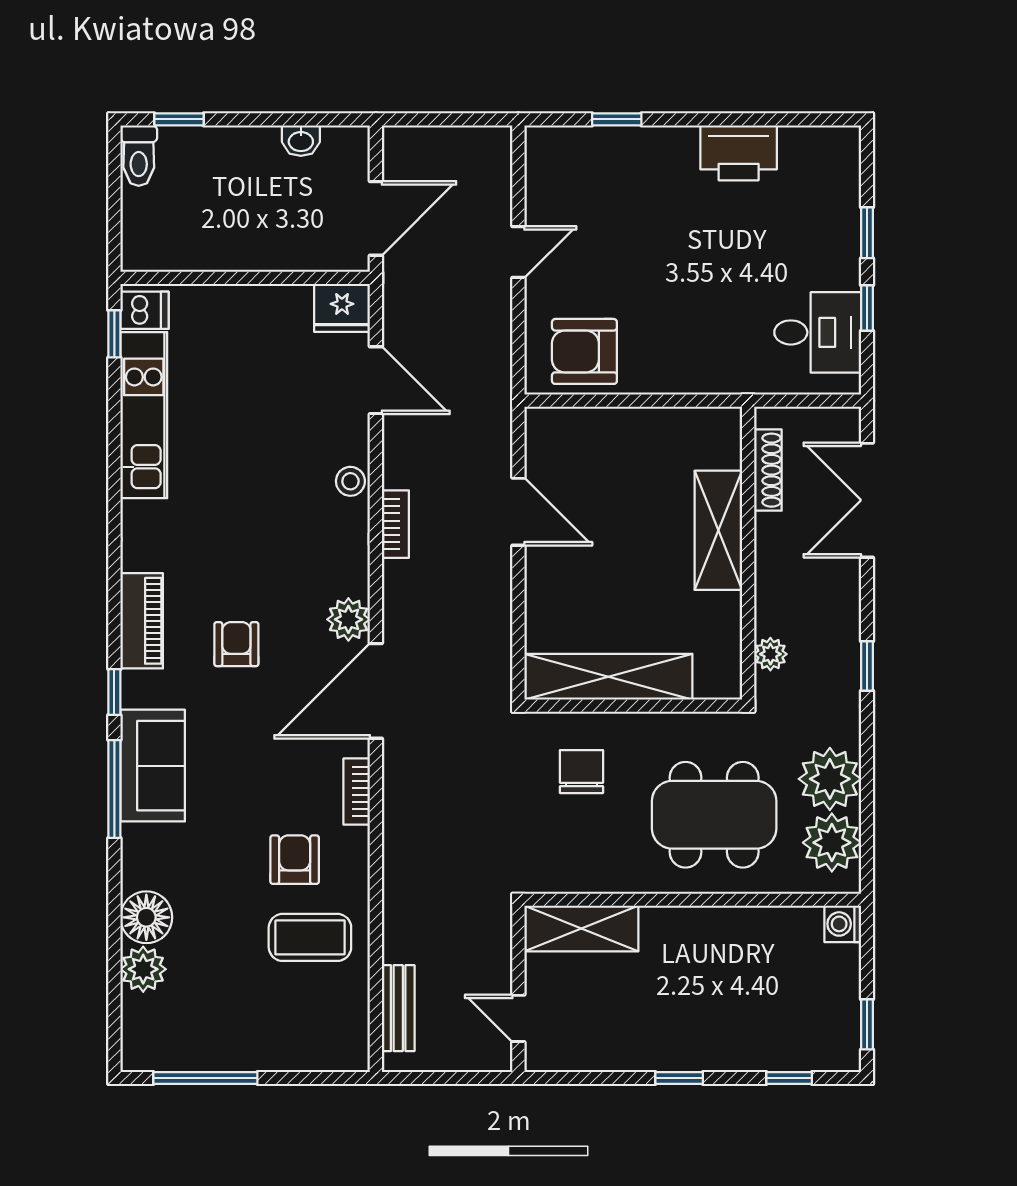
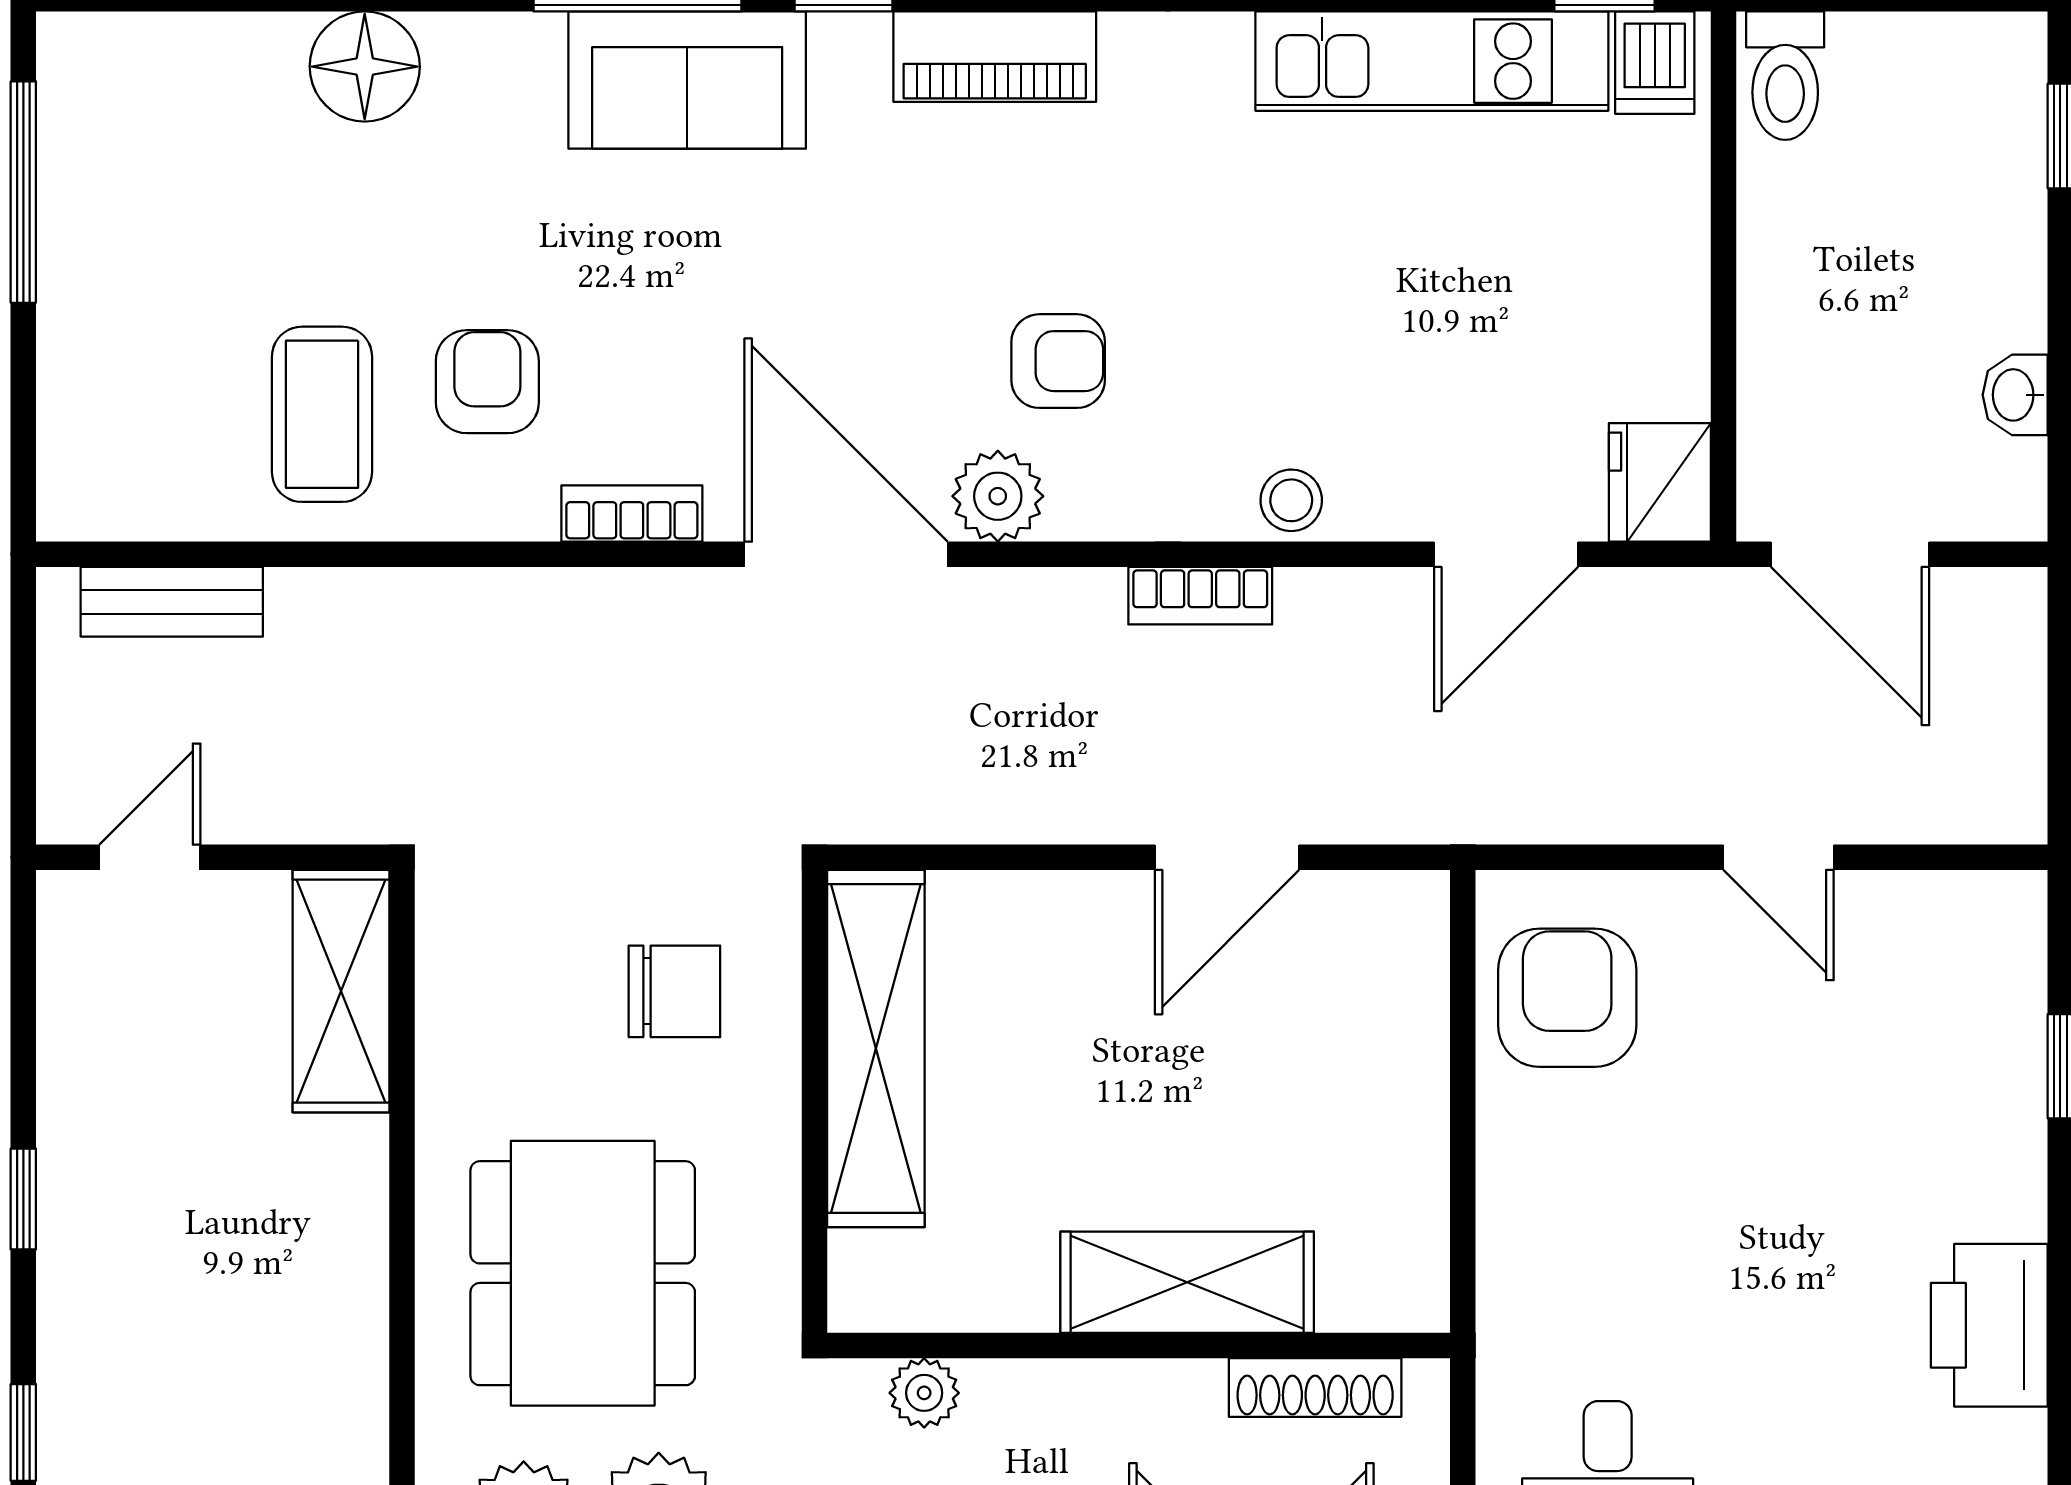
toilet: (139, 156) -> (1785, 76), moved, turned -90
armchair: (236, 644) -> (1058, 361), moved
armchair: (295, 860) -> (487, 382), turned -90
plant: (143, 969) -> (254, 60), removed

